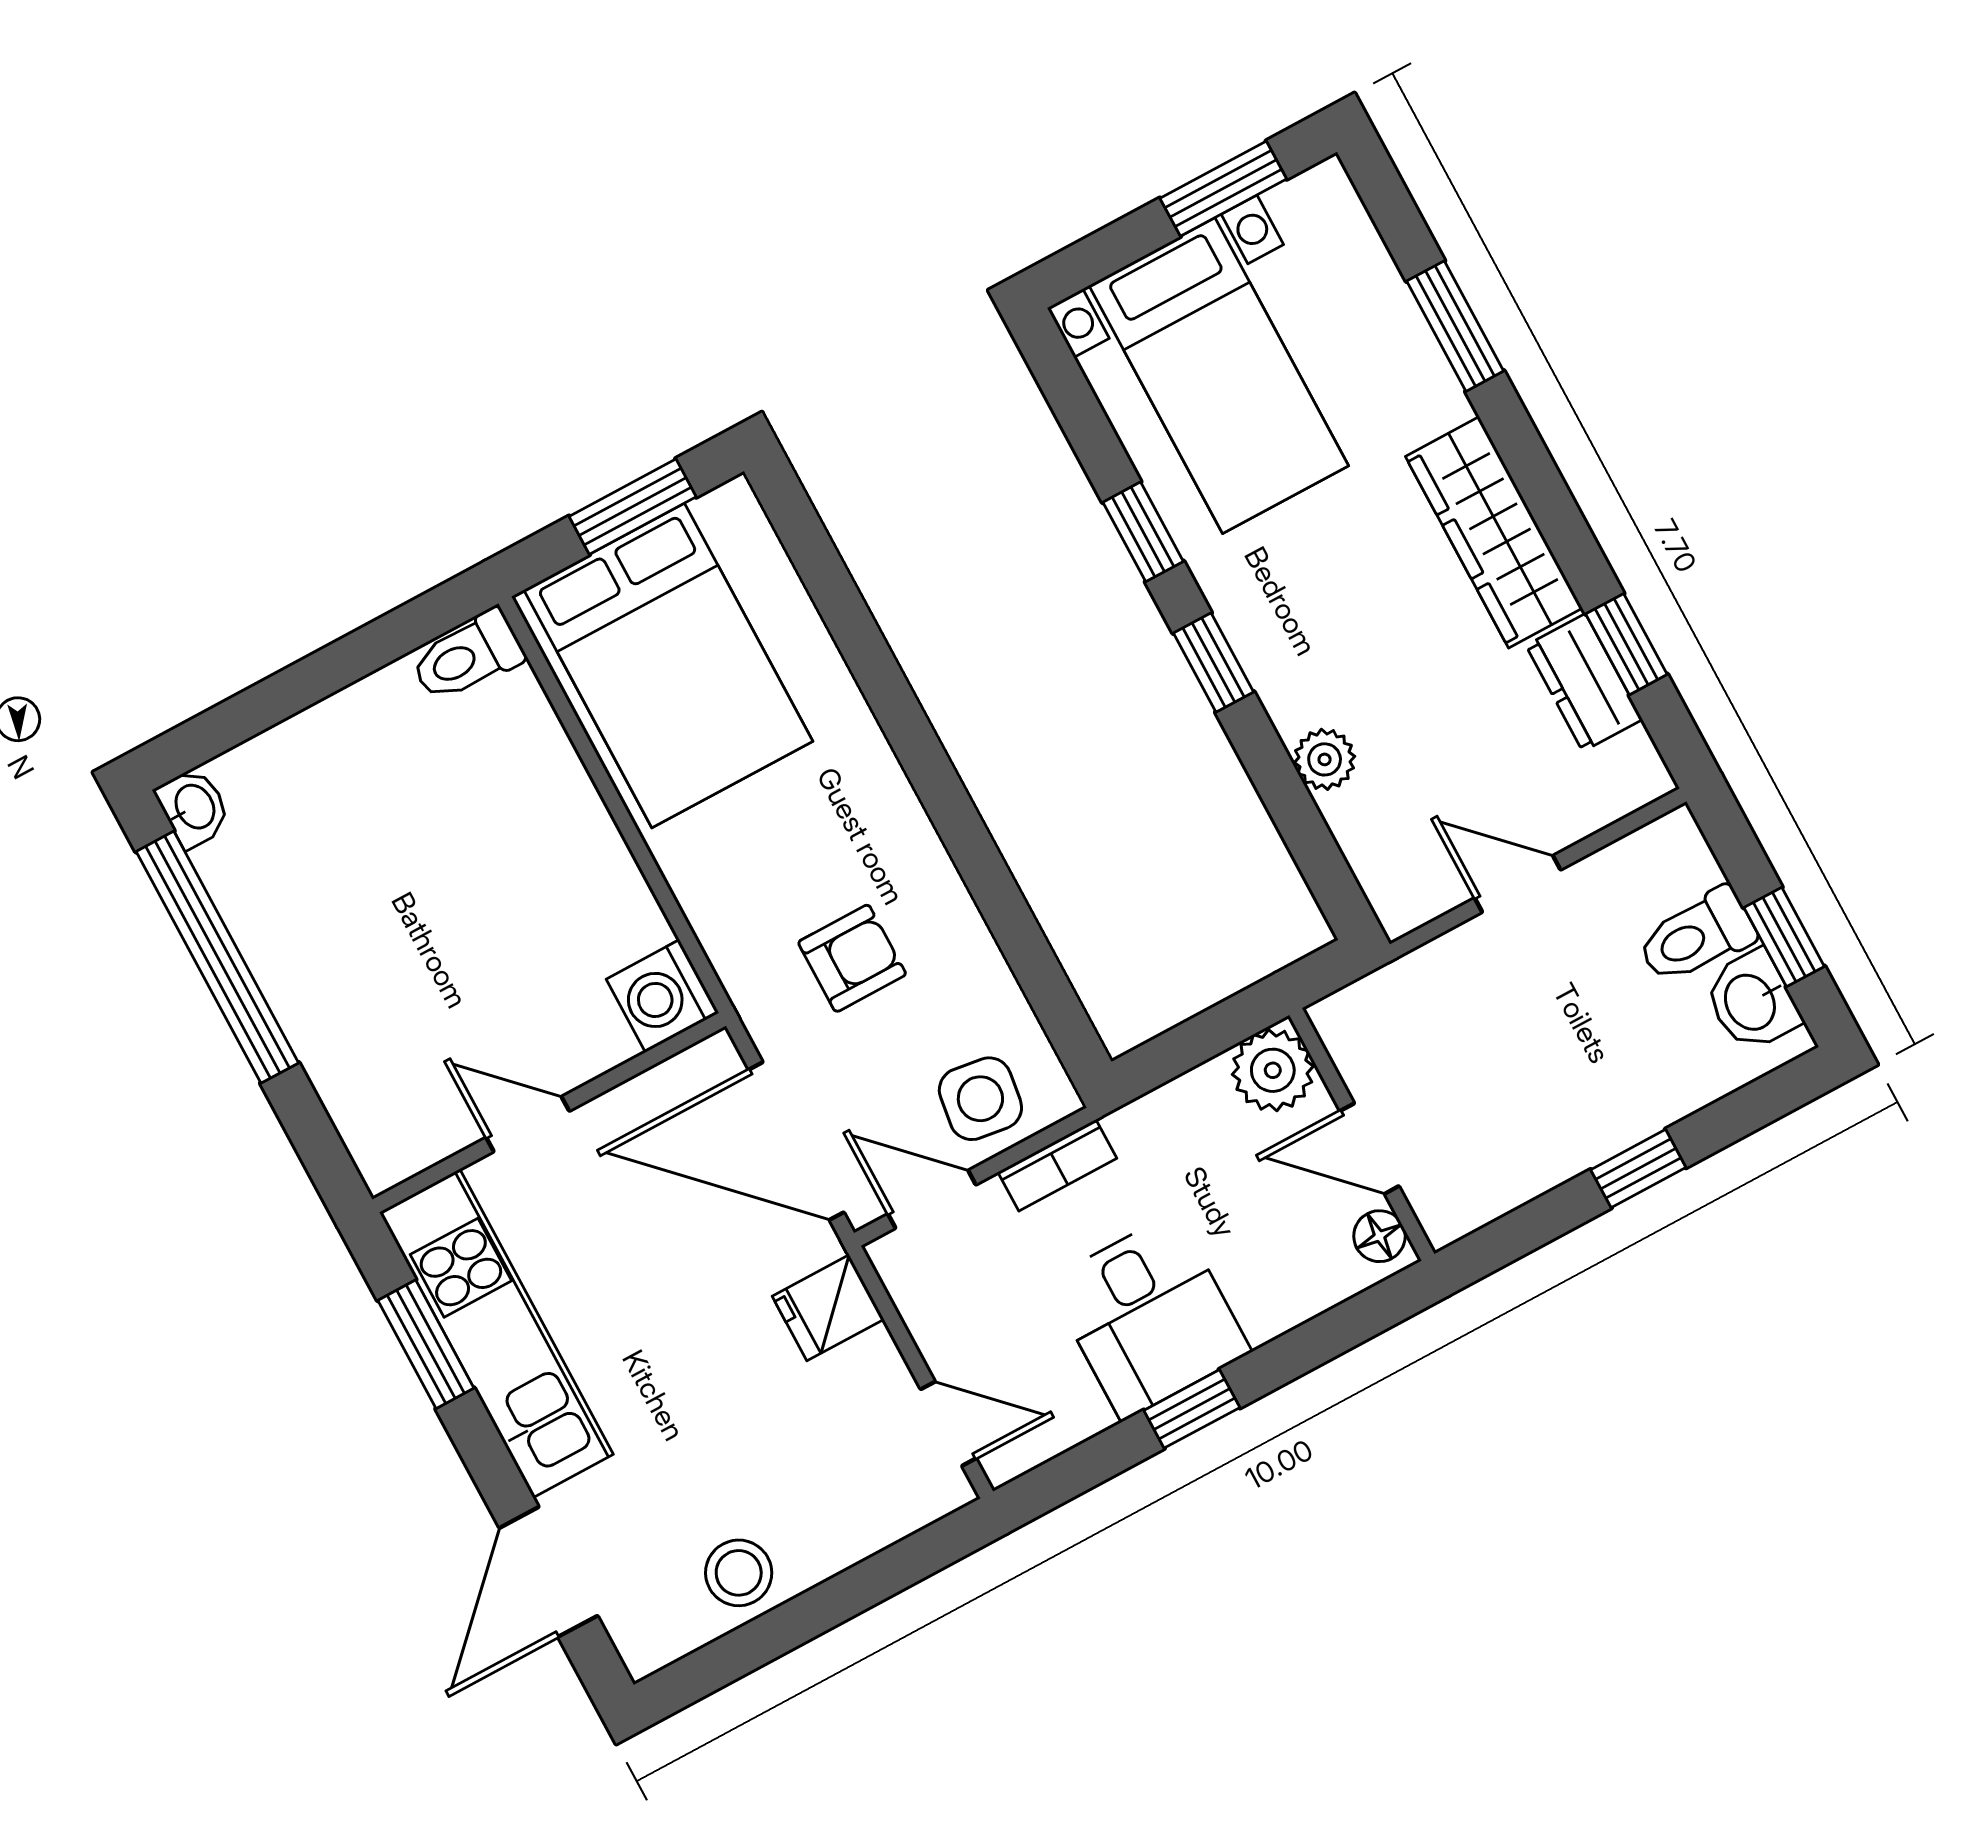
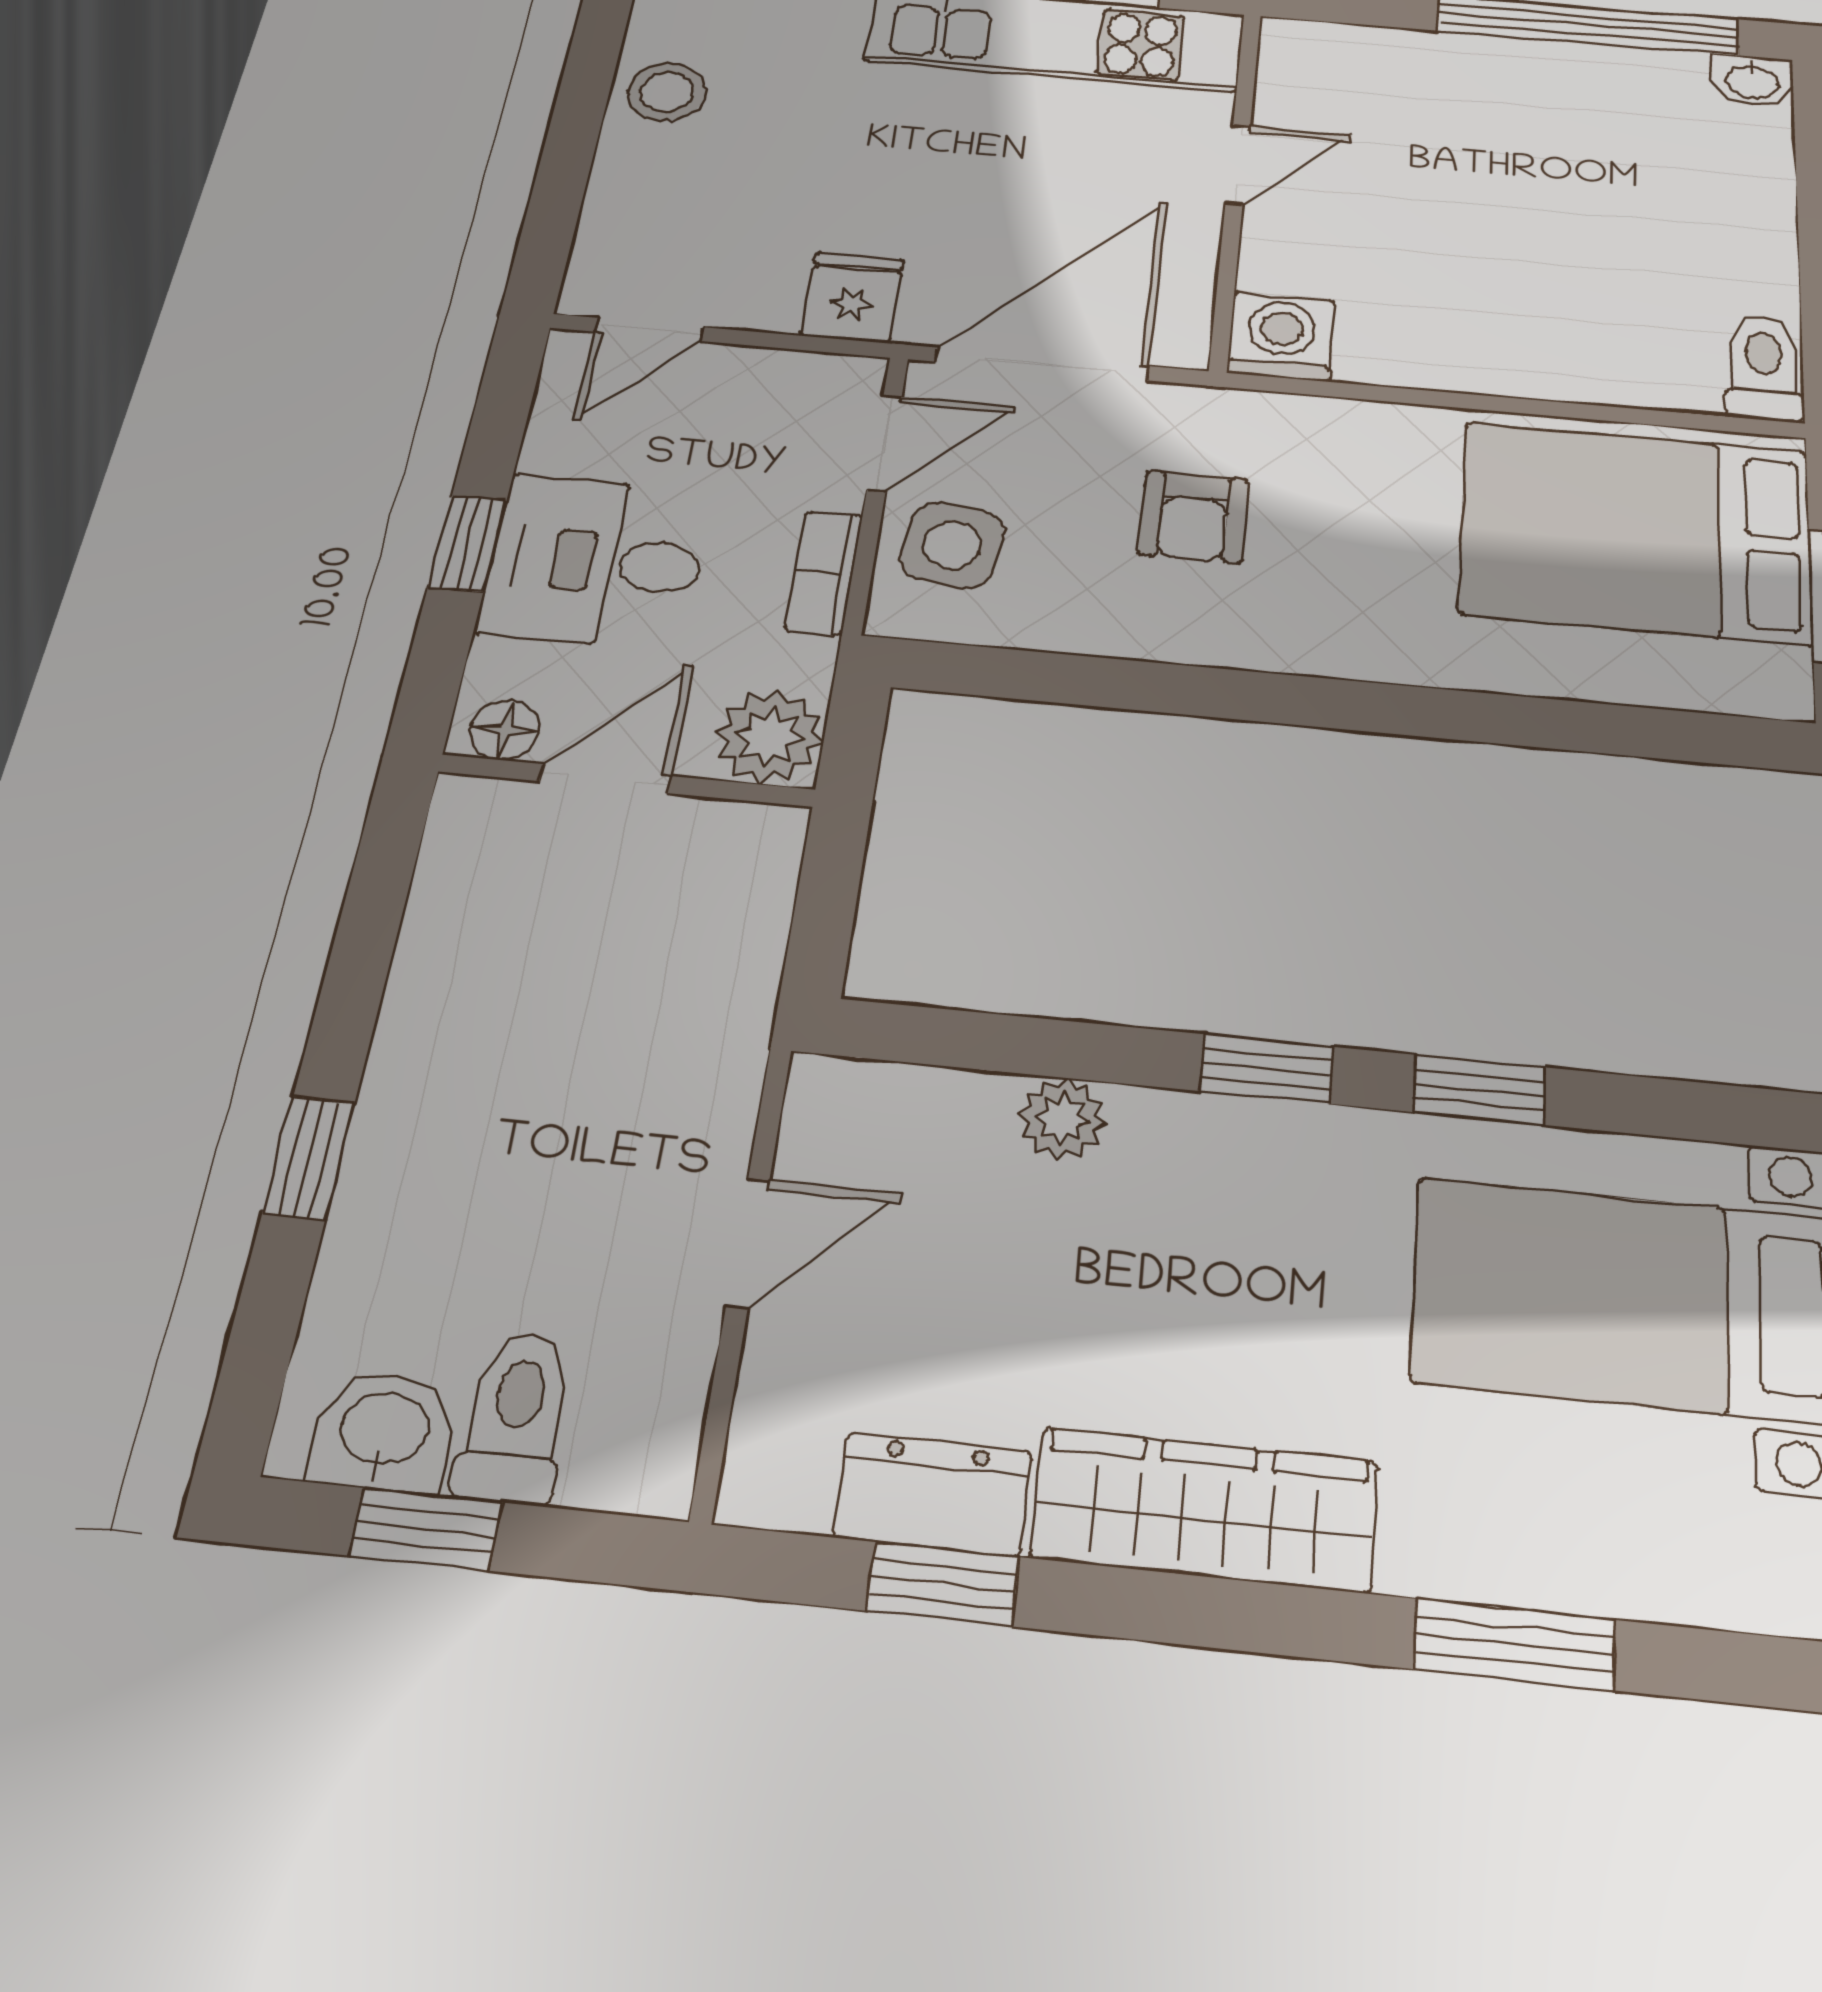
plant: (1273, 1070) -> (769, 737), moved
wall: (1362, 1134) -> (627, 781), moved
door: (1369, 1149) -> (605, 779), moved
floor lamp: (1379, 1236) -> (505, 730), moved

